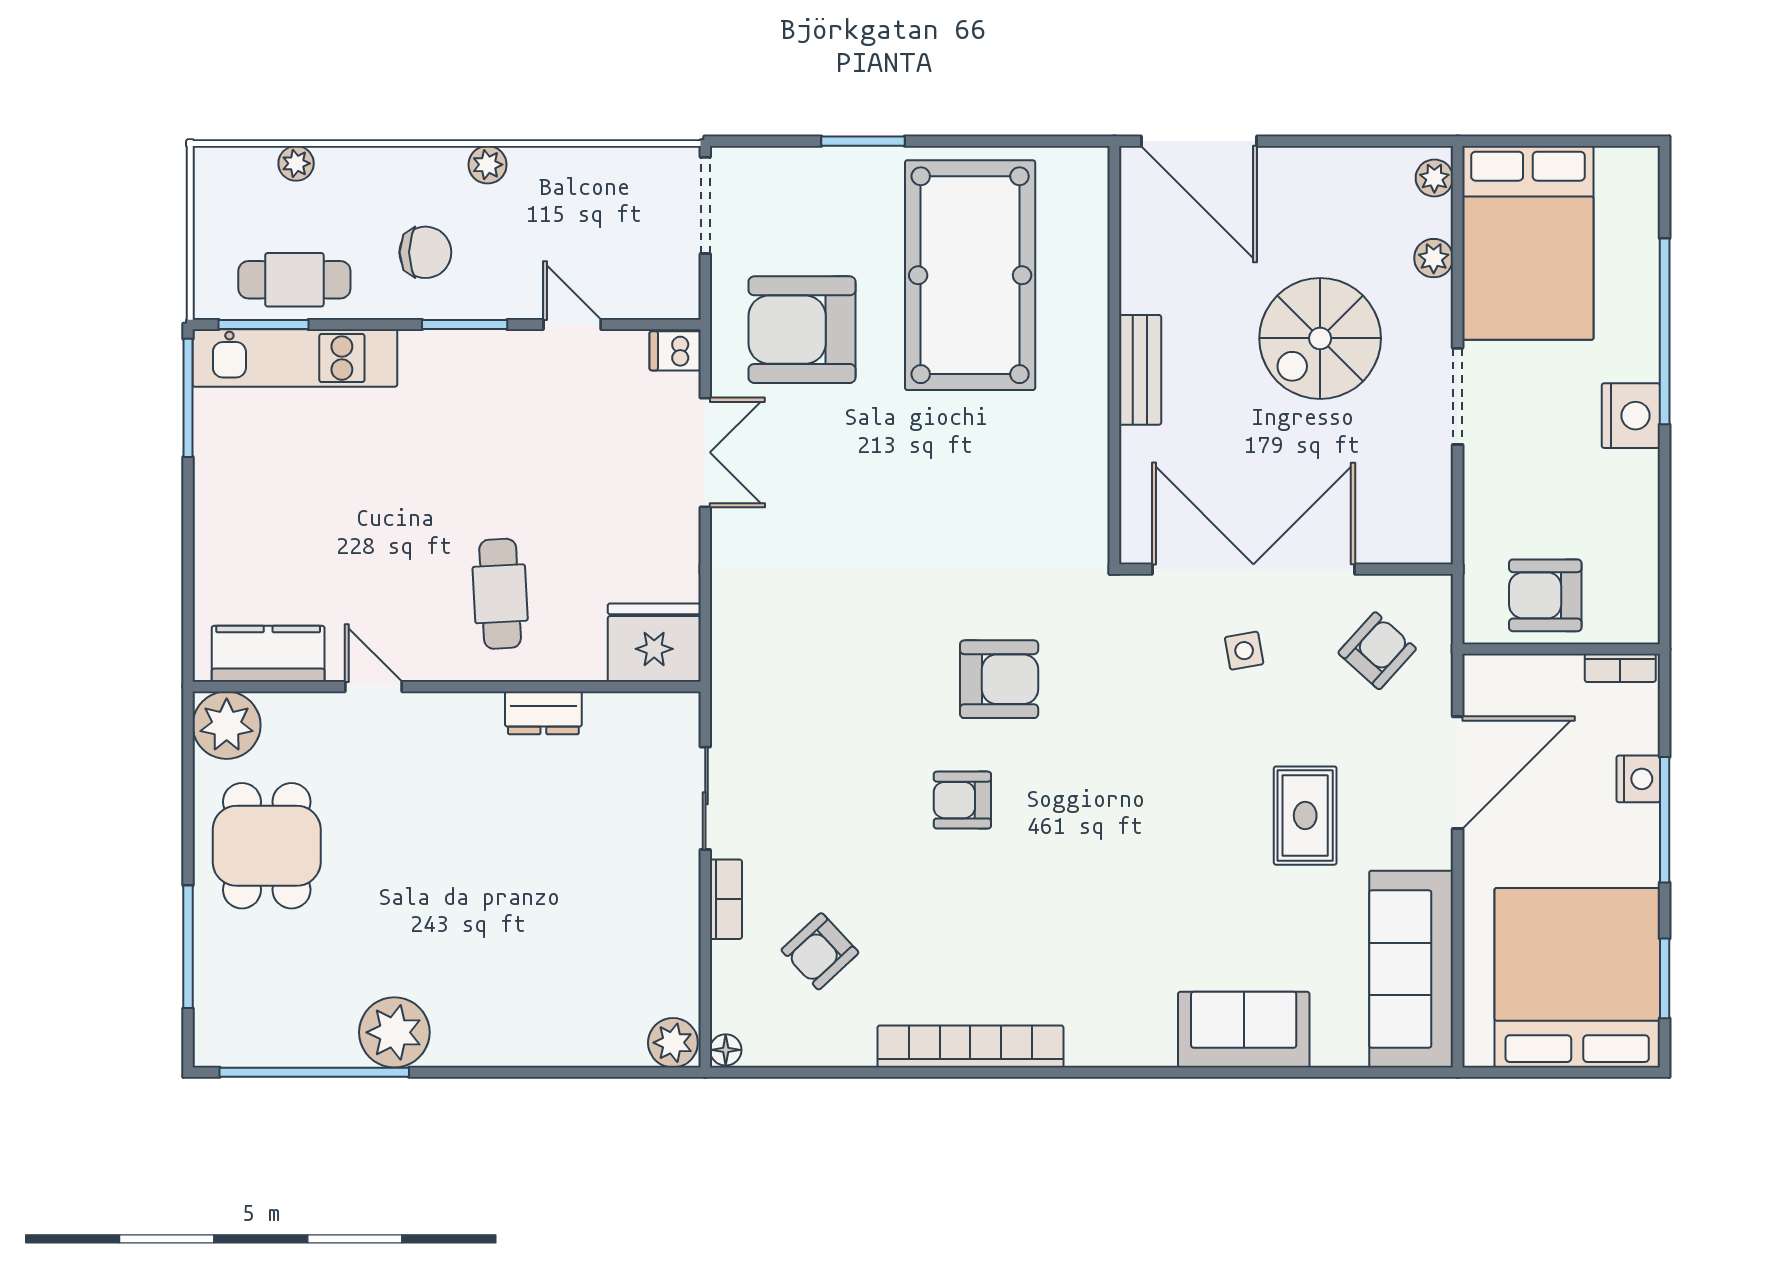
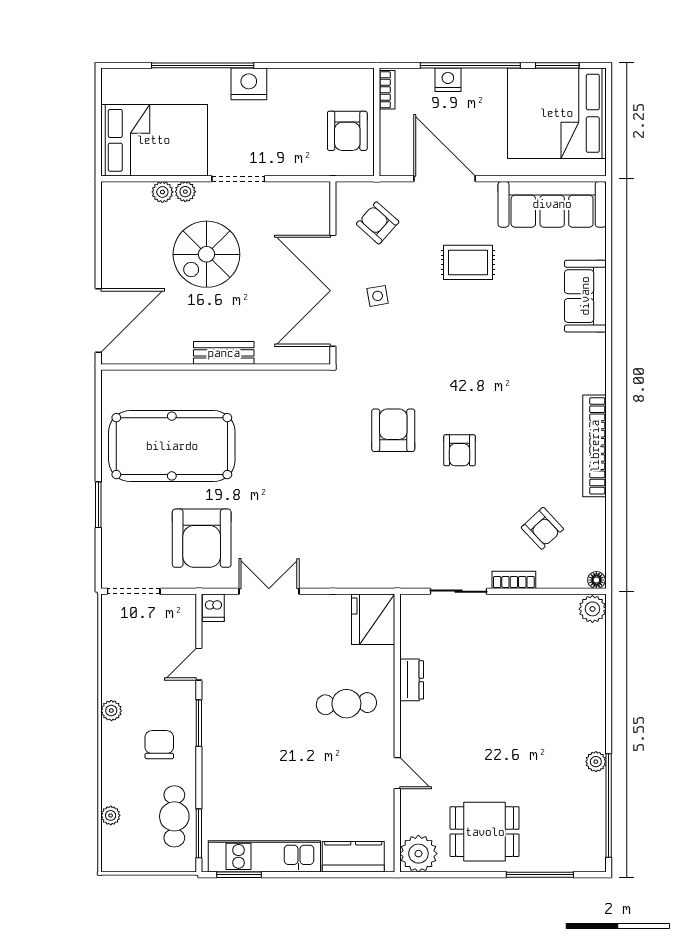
plant: (1434, 178) -> (185, 192), moved
spiral stairs: (1320, 338) -> (206, 254), turned 90
kitchen unit: (295, 358) -> (264, 856), moved, turned -90
window: (188, 398) -> (239, 875), width x0.69
kitchen counter: (268, 654) -> (353, 857), moved, turned 90
door: (373, 687) -> (397, 773), swing flipped
window: (1665, 820) -> (470, 65), width x1.46
plant: (394, 1032) -> (596, 762), width x0.53, depth x0.53

